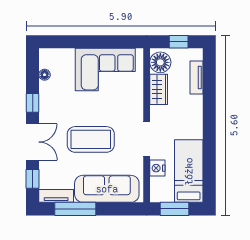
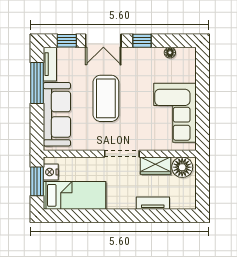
window: (179, 42) -> (203, 185), removed
tv unit: (196, 78) -> (153, 203), moved
doorway: (147, 139) -> (122, 154), moved
nightstand: (157, 168) -> (51, 172), moved, turned -90

